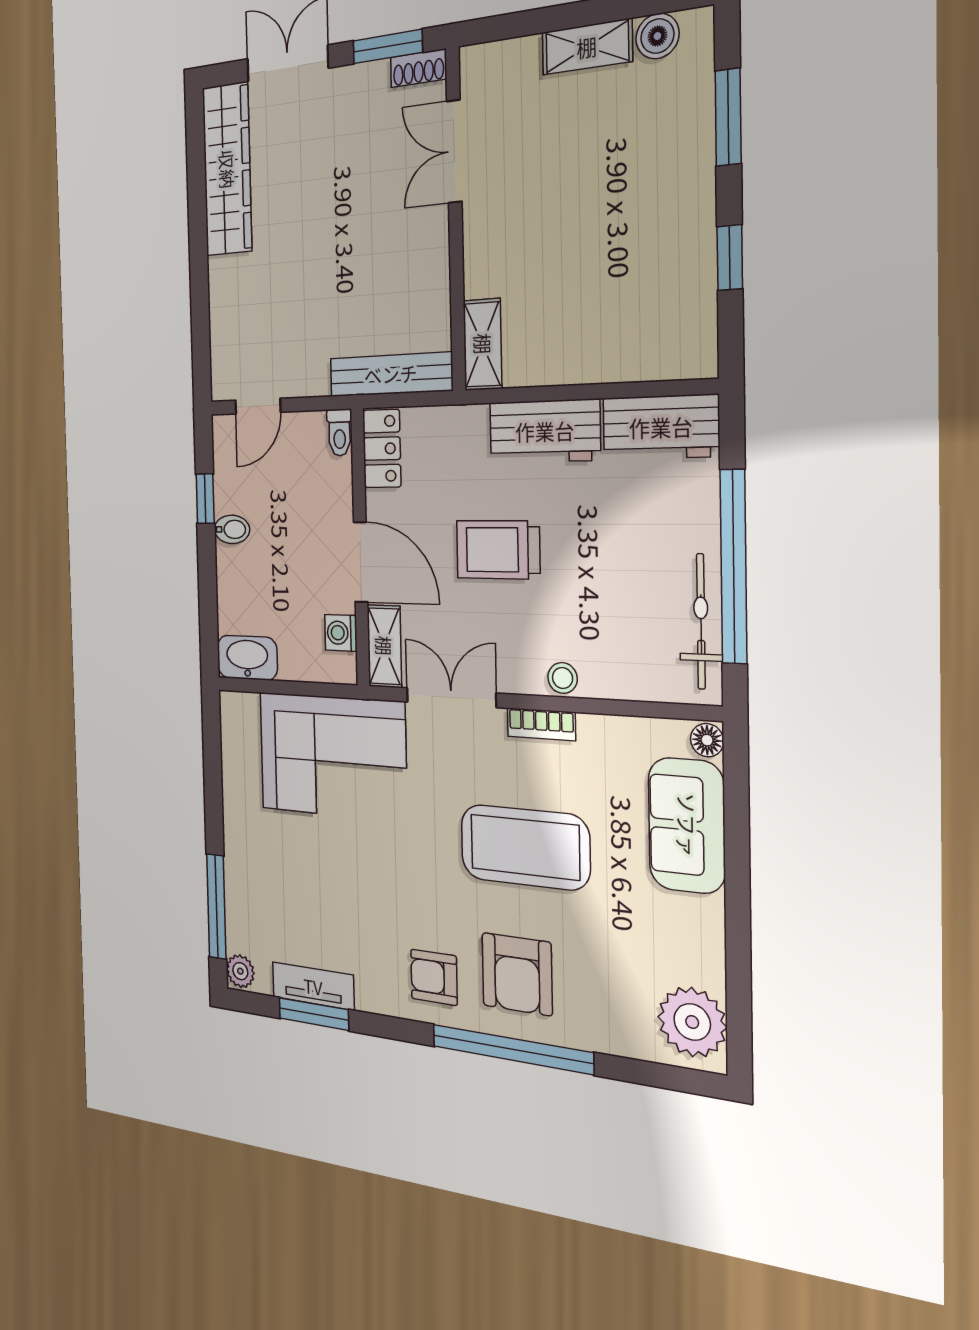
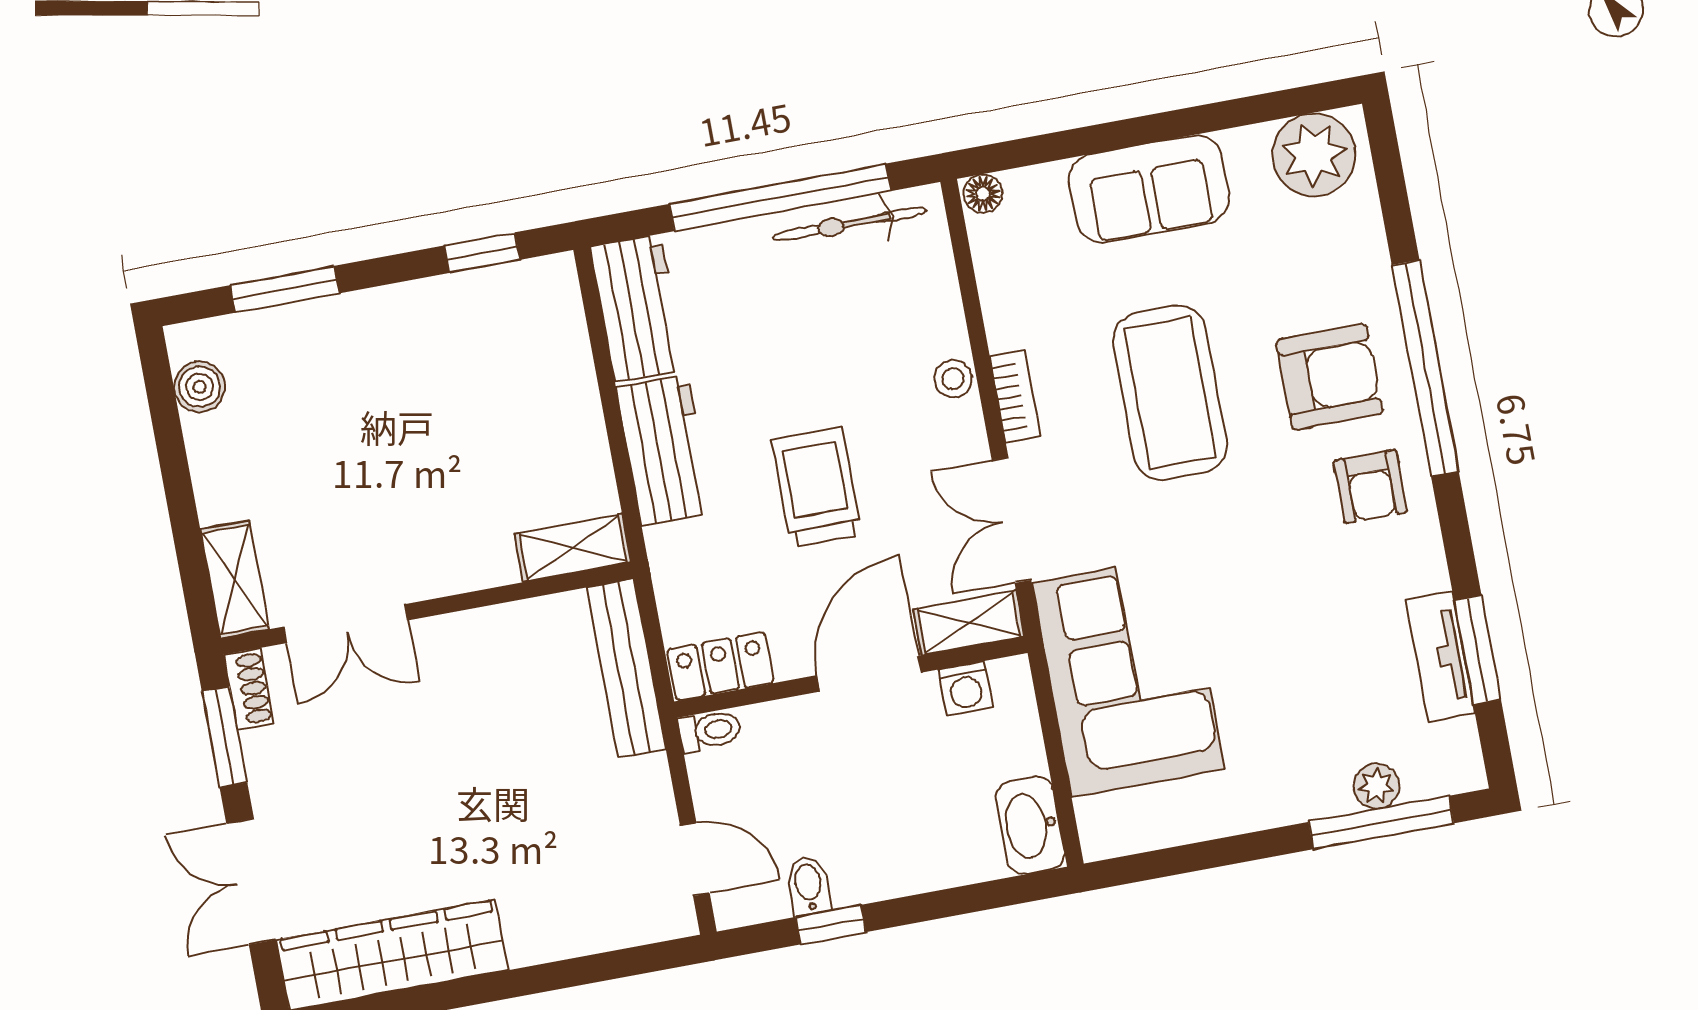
shelving: (587, 47) -> (235, 579), moved
window: (730, 258) -> (482, 253), moved
bidet: (232, 529) -> (809, 886), moved
trolley: (498, 550) -> (817, 487), turned 180
sofa: (687, 825) -> (1149, 189), moved
plant: (240, 971) -> (1376, 786), moved

